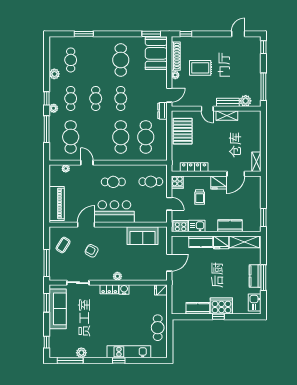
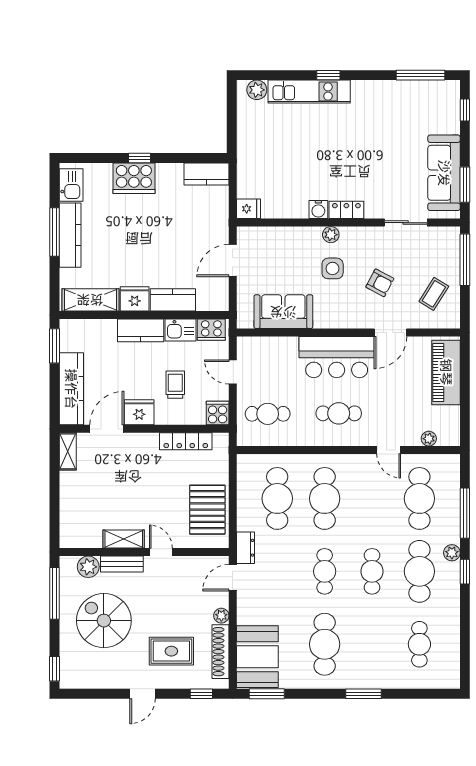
window: (84, 34) -> (363, 694), moved
door: (238, 34) -> (143, 694), moved
rug: (200, 68) -> (171, 651), moved
spiral stairs: (237, 72) -> (104, 621), added
plant: (54, 74) -> (450, 618), removed
cafe table: (71, 98) -> (419, 571), width x1.37, depth x1.35
kitchen counter: (255, 195) -> (71, 389), added
kitchen counter: (230, 226) -> (141, 330), moved
side table: (117, 258) -> (333, 268), added
kitchen counter: (255, 276) -> (70, 235), width x1.50
kitchen counter: (198, 308) -> (207, 174), moved
cafe table: (158, 328) -> (255, 137), removed
plant: (81, 353) -> (257, 90), moved

